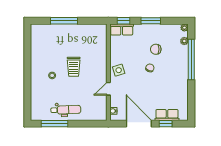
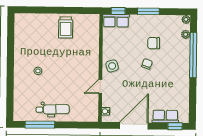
window: (64, 21) -> (52, 10), removed
trolley: (74, 67) -> (66, 27), moved
door: (139, 124) -> (134, 126), hinge flipped
window: (166, 124) -> (175, 126), moved

